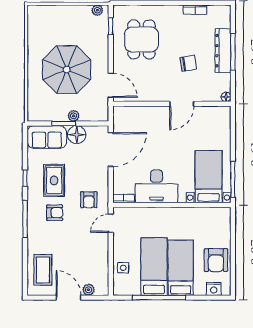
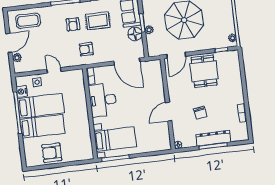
dining table: (141, 39) -> (204, 71), moved, turned 90
door: (182, 104) -> (169, 112), hinge flipped
door: (111, 223) -> (54, 70), moved
nightstand: (214, 289) -> (22, 91), moved

